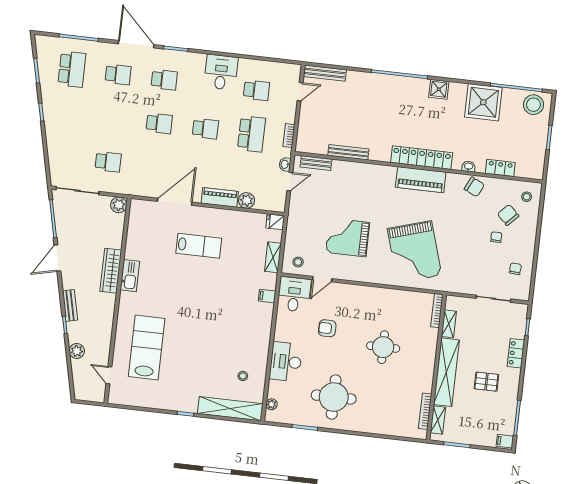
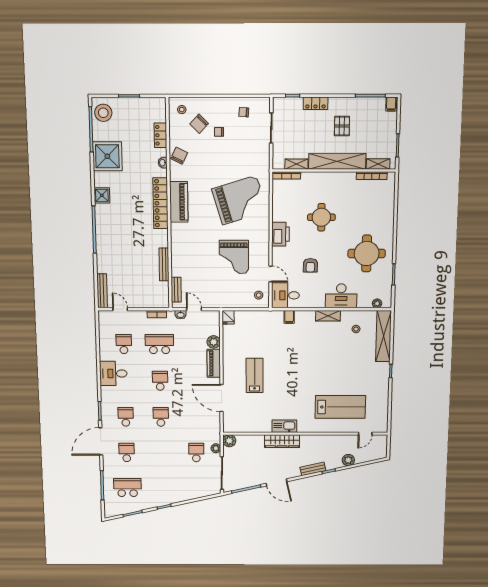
plant: (111, 187) -> (216, 448), added
shelving: (273, 257) -> (328, 316), moved
printer: (369, 296) -> (281, 234), added
lab bench: (147, 348) -> (340, 407), turned 180

